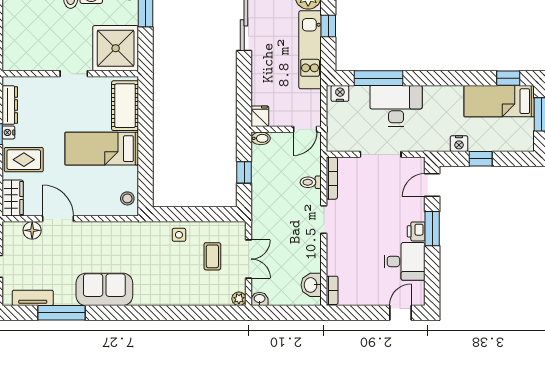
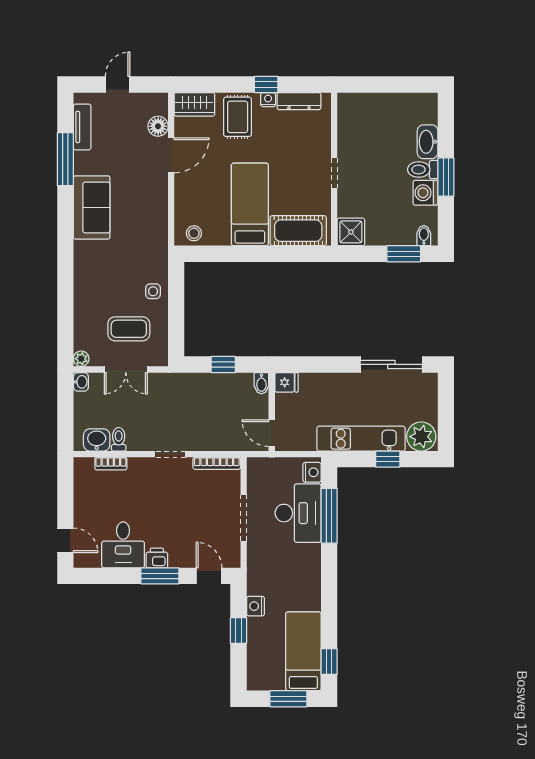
shower: (116, 48) -> (351, 232), width x0.54, depth x0.54
desk: (396, 106) -> (298, 513), moved
toilet: (311, 182) -> (119, 439), moved
coffee table: (212, 256) -> (129, 329), width x1.36, depth x1.30
bookcase: (332, 290) -> (111, 464), moved

